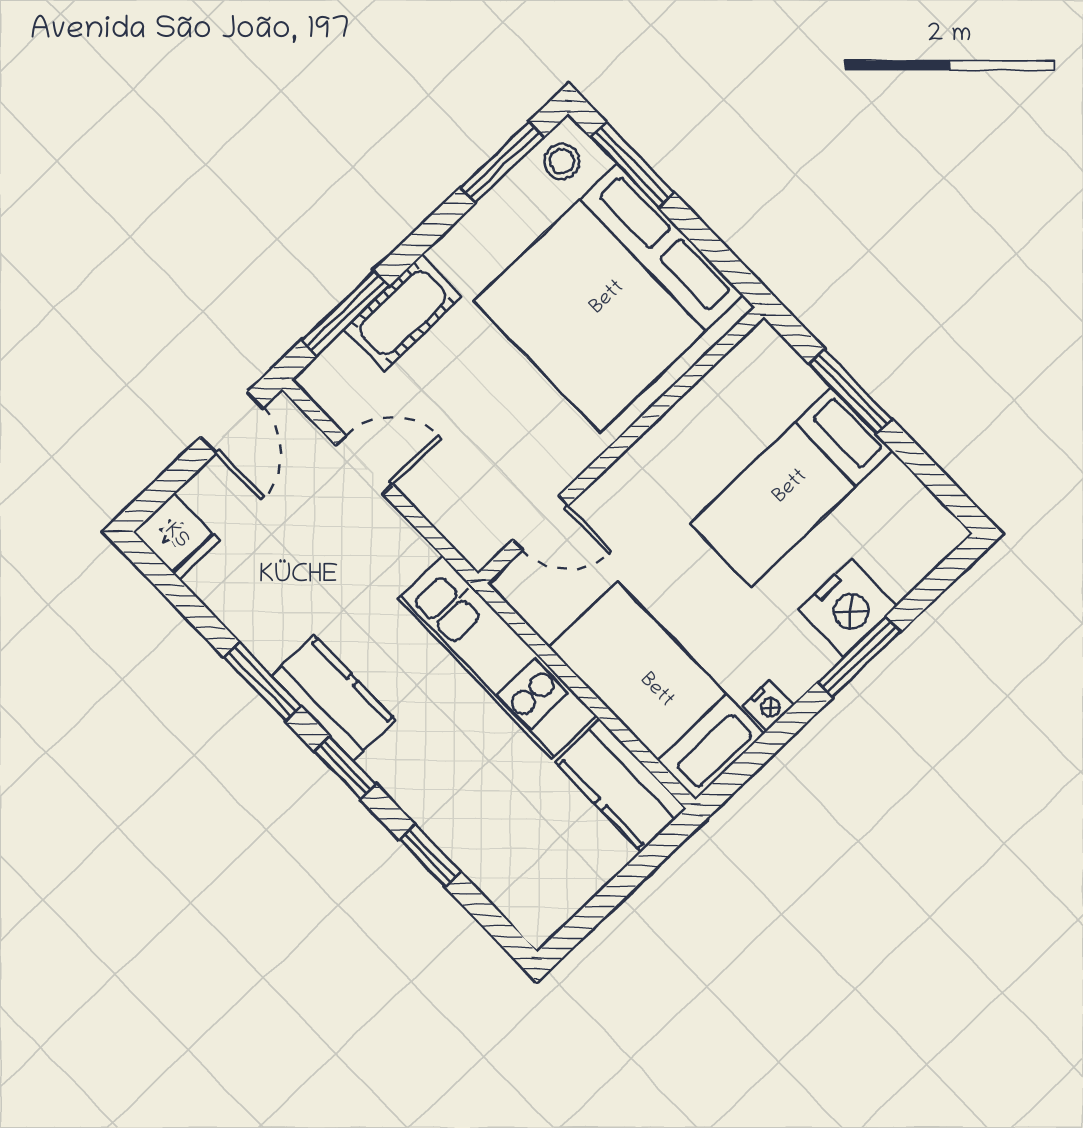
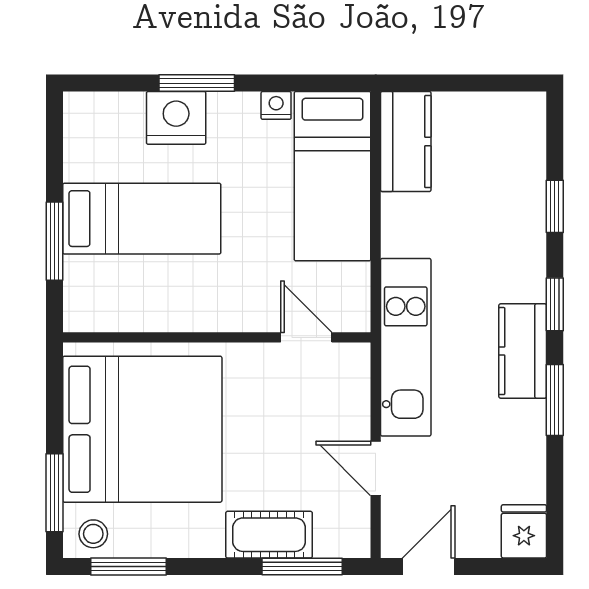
kitchen unit: (497, 657) -> (406, 347), moved

